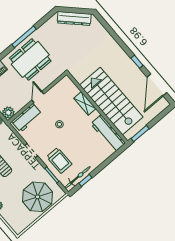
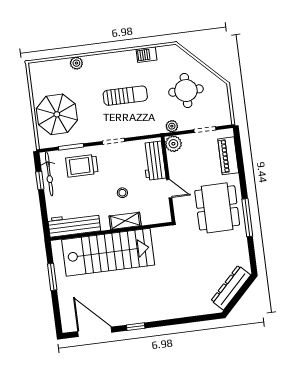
stairs: (111, 101) -> (108, 252), moved
shelving: (85, 103) -> (125, 221), moved
wall: (97, 108) -> (111, 231), moved
workbench: (108, 133) -> (74, 225), moved

